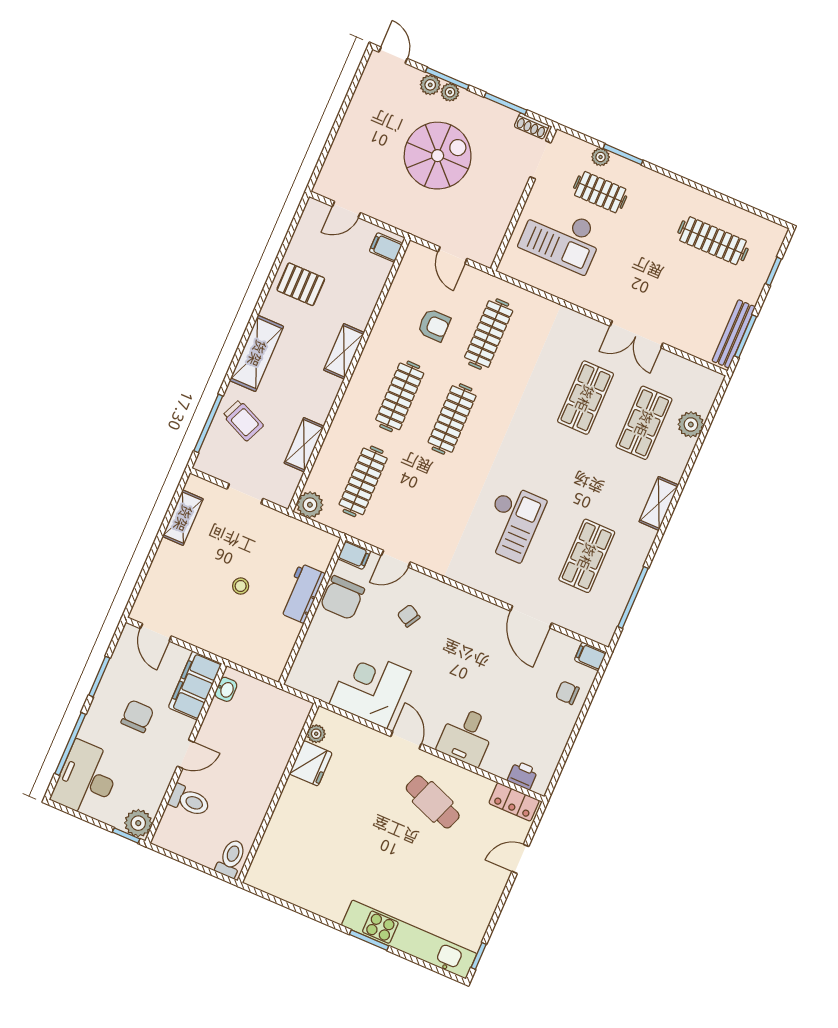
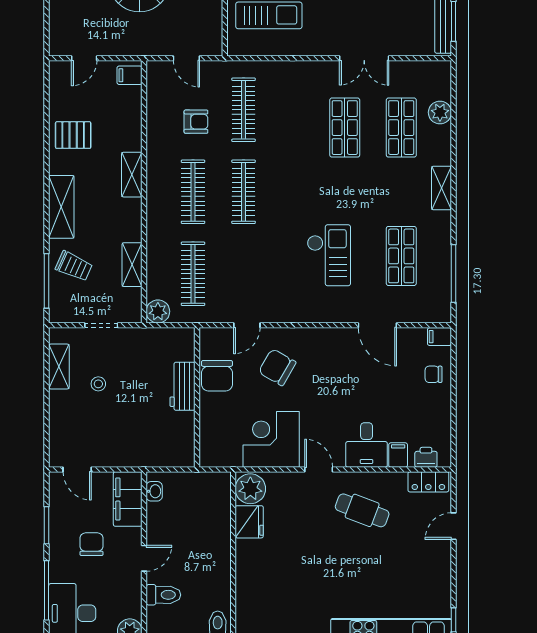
filing cabinet: (354, 555) -> (398, 455), moved, turned -90
stool: (241, 586) -> (98, 384), moved
chair: (409, 616) -> (277, 367), width x1.87, depth x1.87
plant: (316, 734) -> (250, 489), width x1.87, depth x1.87

